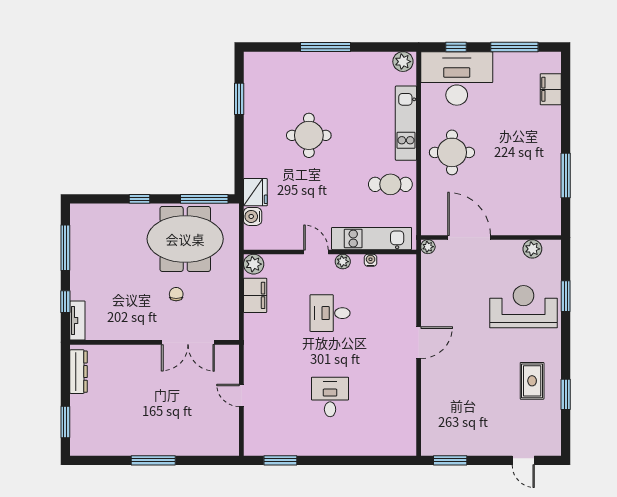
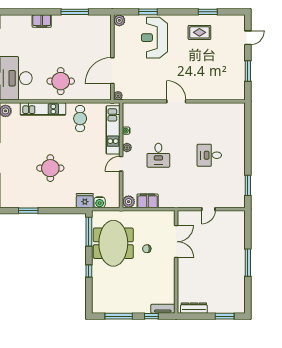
filing cabinet: (551, 89) -> (42, 21), moved
plant: (532, 249) -> (119, 20), moved
window: (450, 460) -> (248, 71), moved

